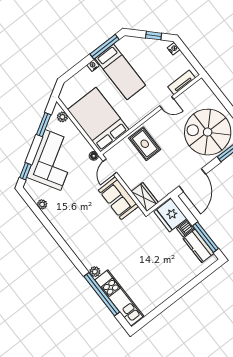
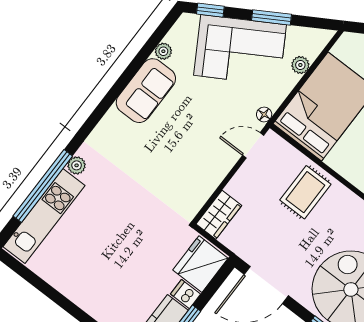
plant: (62, 117) -> (300, 65), moved
window: (44, 125) -> (271, 17), moved
sofa: (118, 198) -> (146, 91), moved, turned 180

